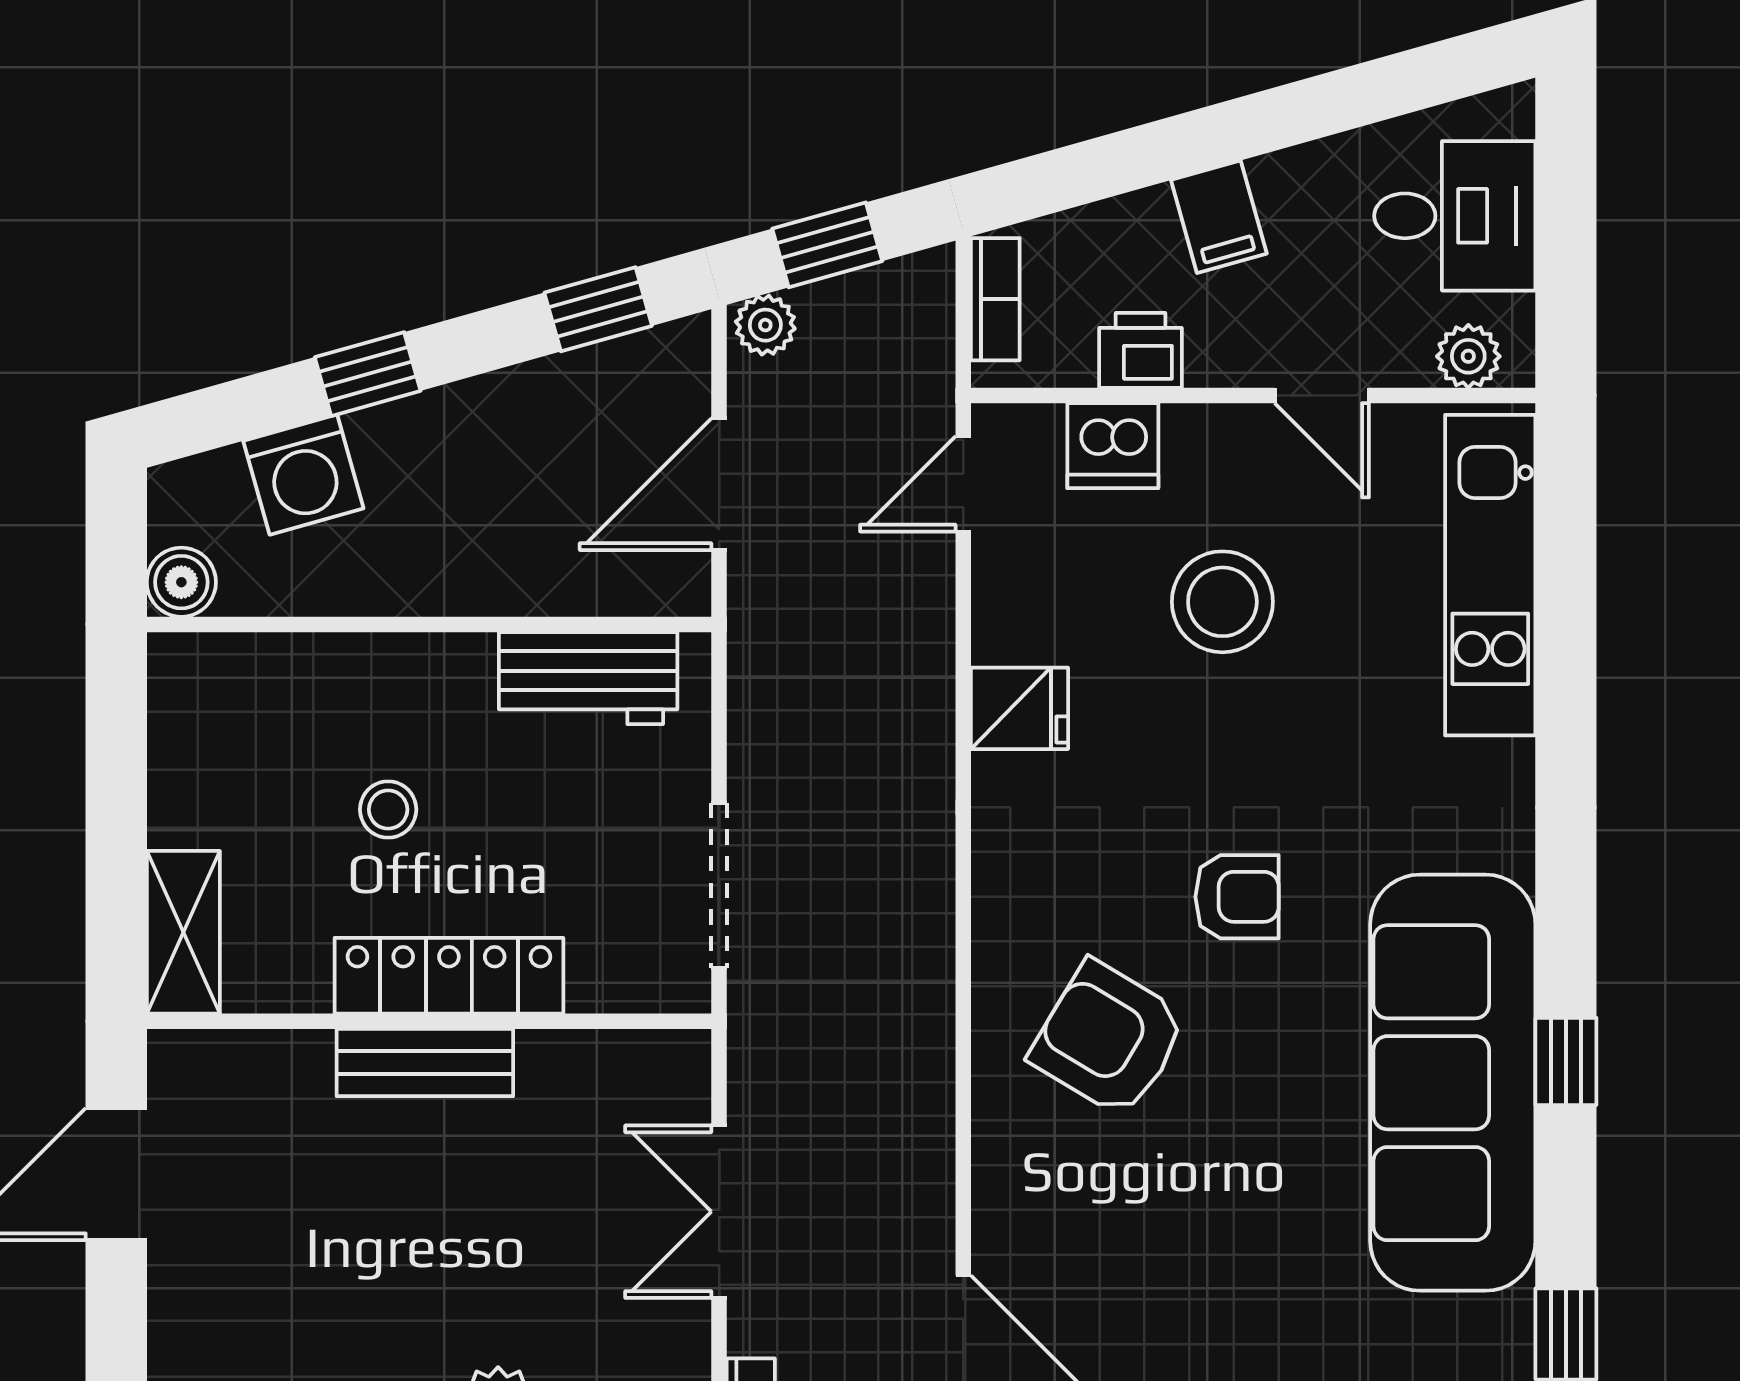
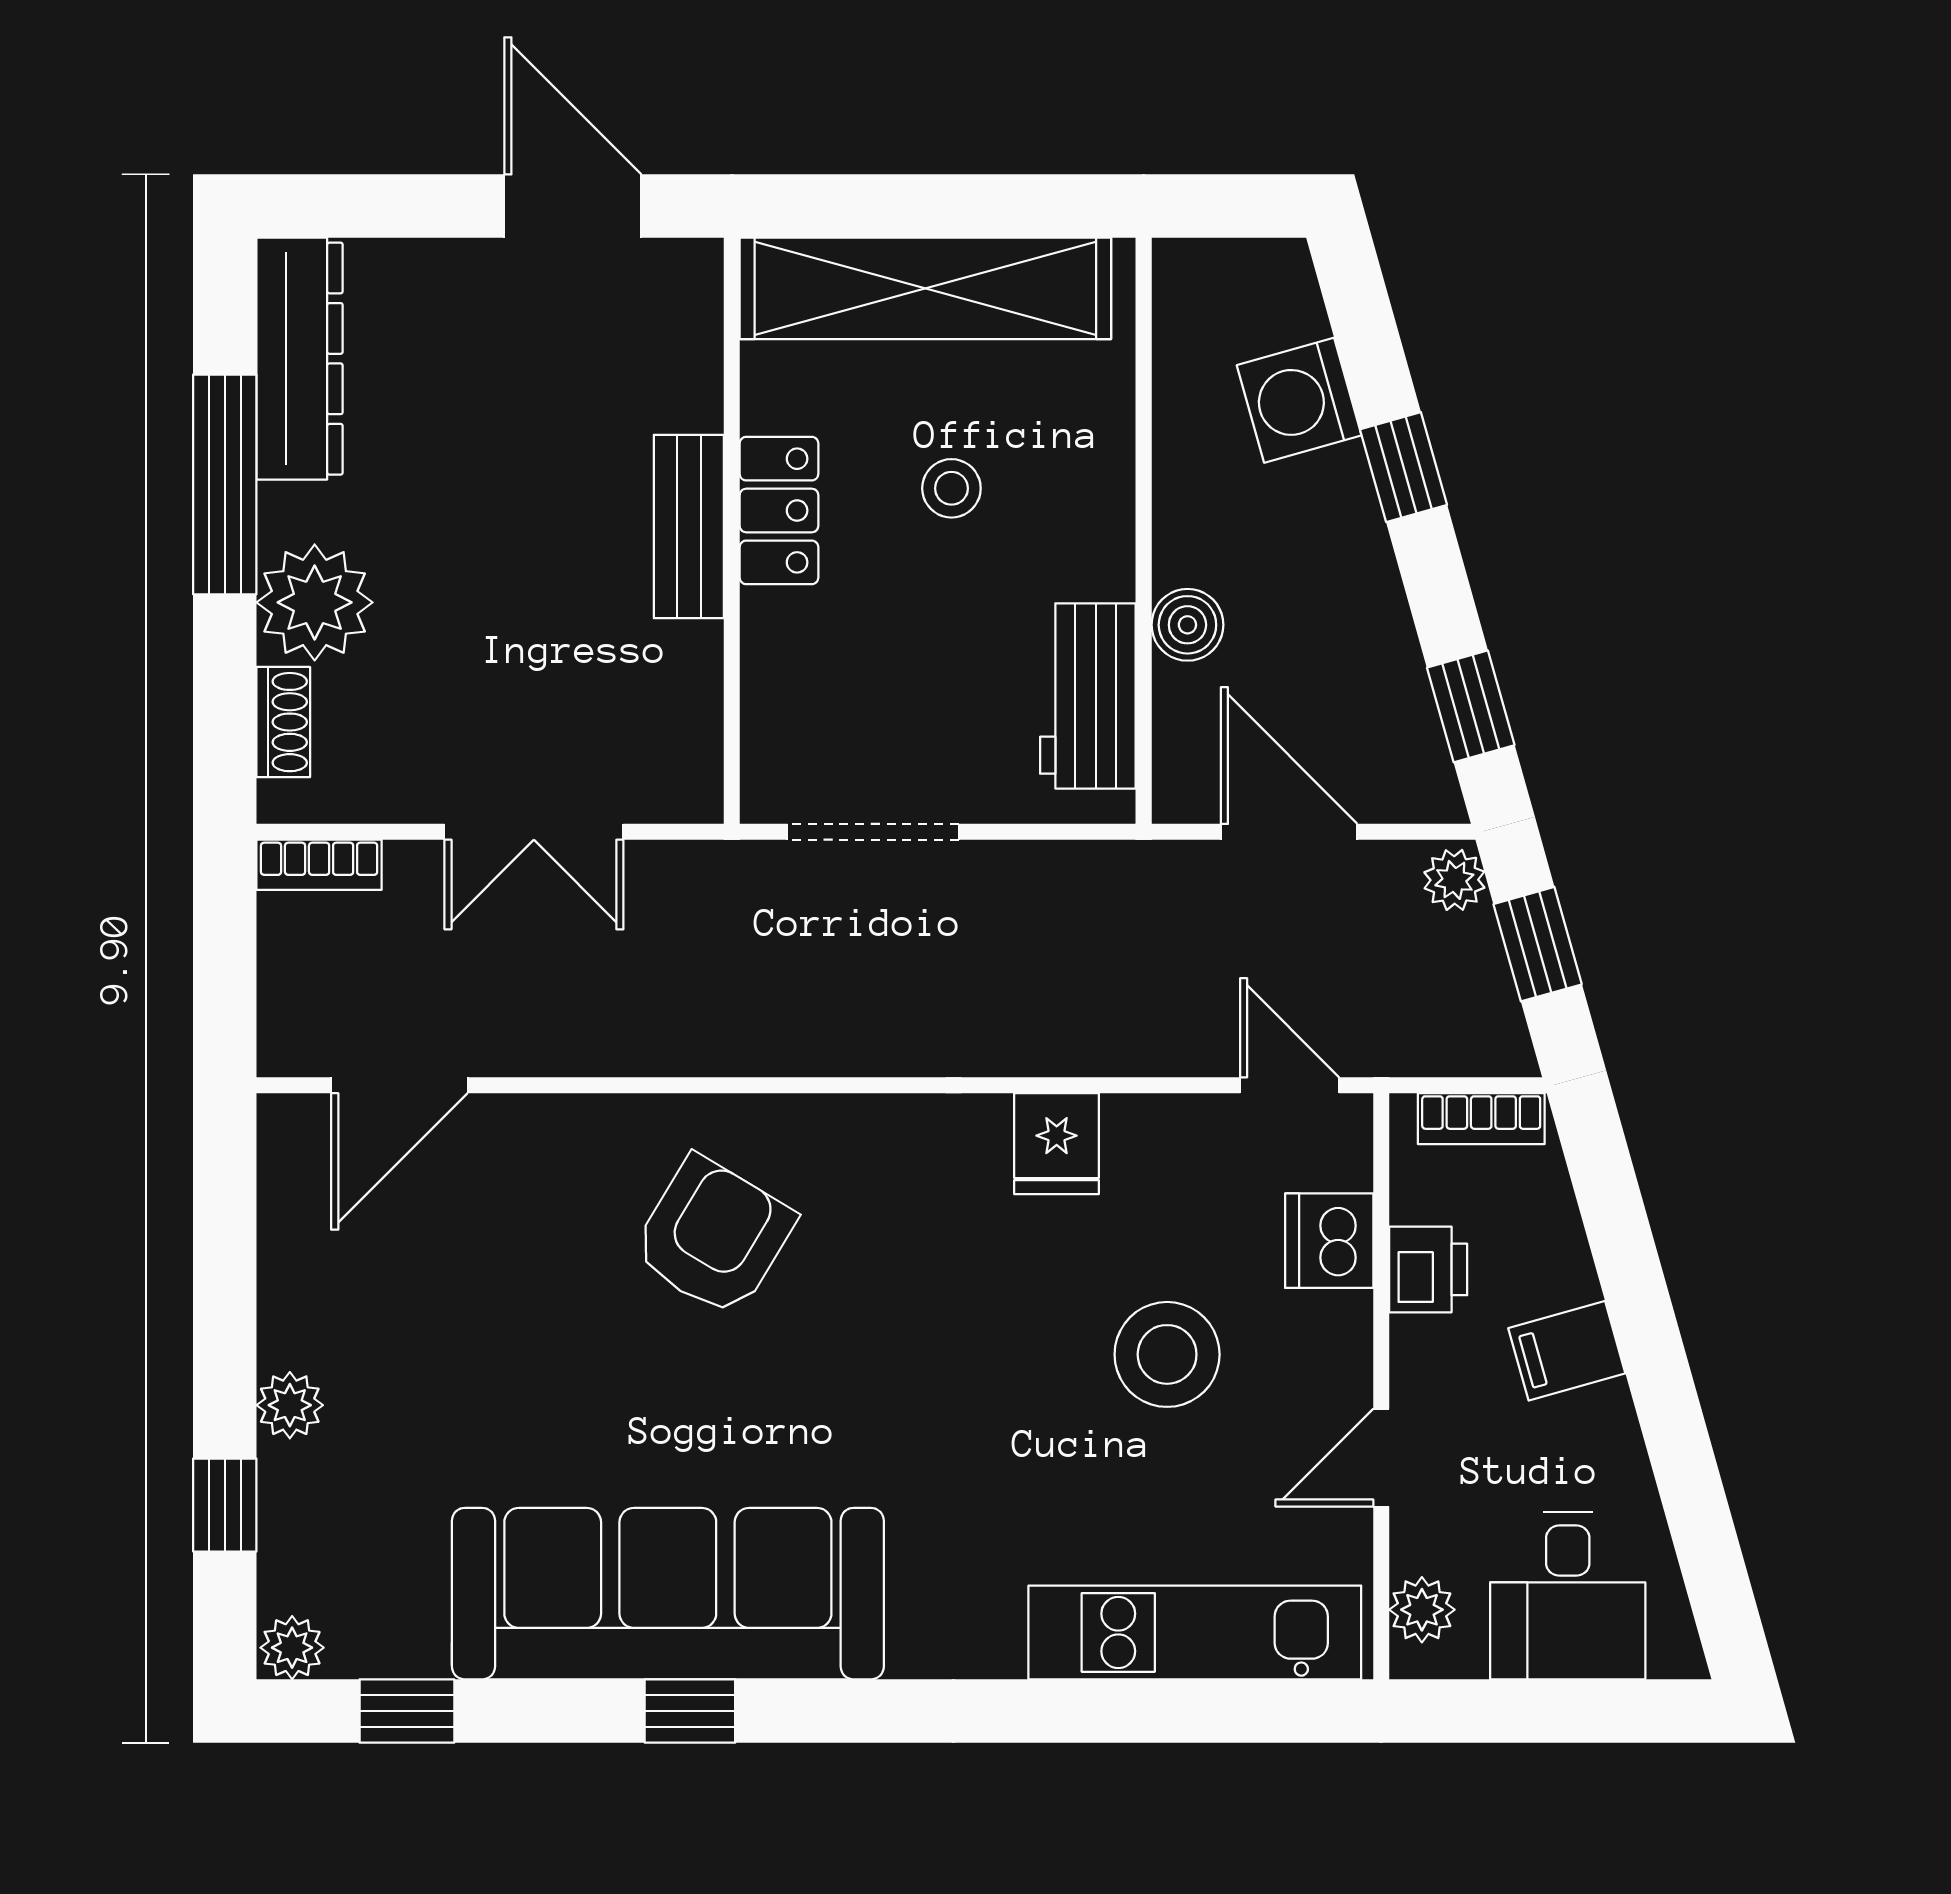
boiler: (181, 582) -> (1187, 625), moved
armchair: (1237, 897) -> (861, 1370), removed
shelving: (183, 932) -> (925, 288), width x2.20, depth x1.33
locker: (449, 976) -> (779, 511), width x0.66
double door: (719, 1212) -> (534, 832), swing flipped

